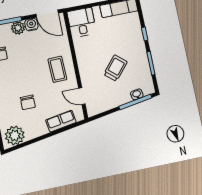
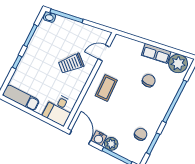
trolley: (115, 68) -> (71, 64), moved
washbasin: (137, 94) -> (50, 17), moved
door: (82, 96) -> (104, 53), swing flipped
row of seats: (61, 121) -> (156, 53), moved

